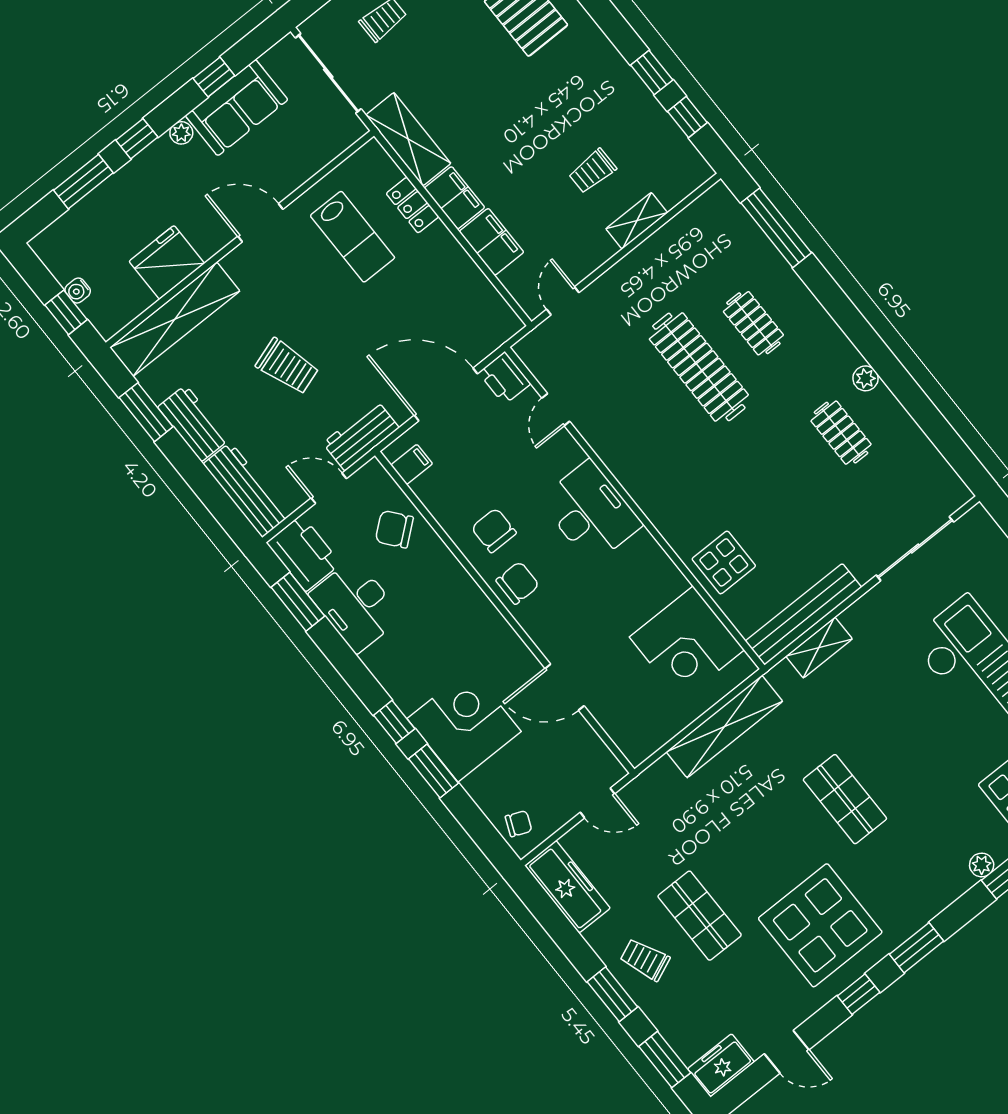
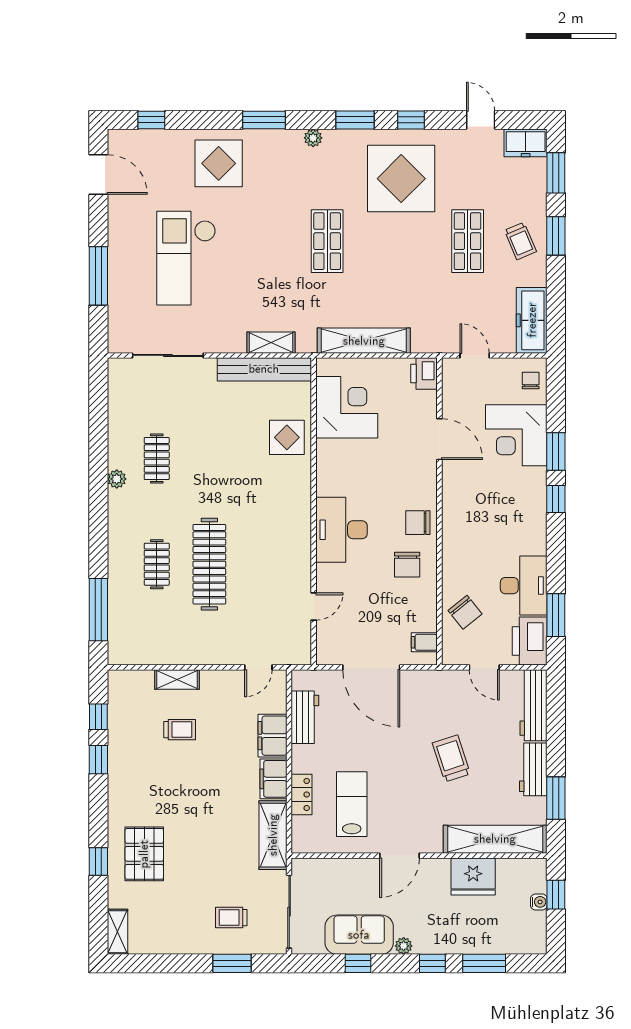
door: (260, 223) -> (399, 856), hinge flipped
printer: (505, 378) -> (424, 374), moved, turned 180
workbench: (361, 436) -> (305, 717), moved, turned -90
corner desk: (464, 725) -> (516, 435), moved
chair: (519, 824) -> (531, 380), turned 67
plant: (982, 865) -> (313, 138), moved

